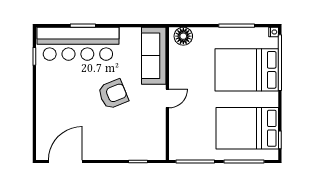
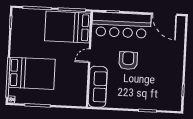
floor lamp: (183, 36) -> (76, 100), removed
bar counter: (78, 44) -> (121, 25), moved, turned 180
armchair: (113, 94) -> (128, 61), turned 112
bed: (247, 128) -> (68, 27), moved, turned 180
door: (65, 162) -> (165, 14), hinge flipped

